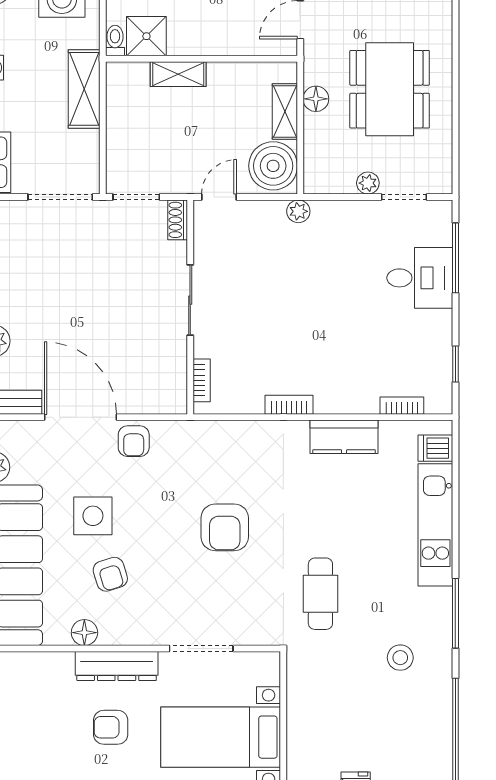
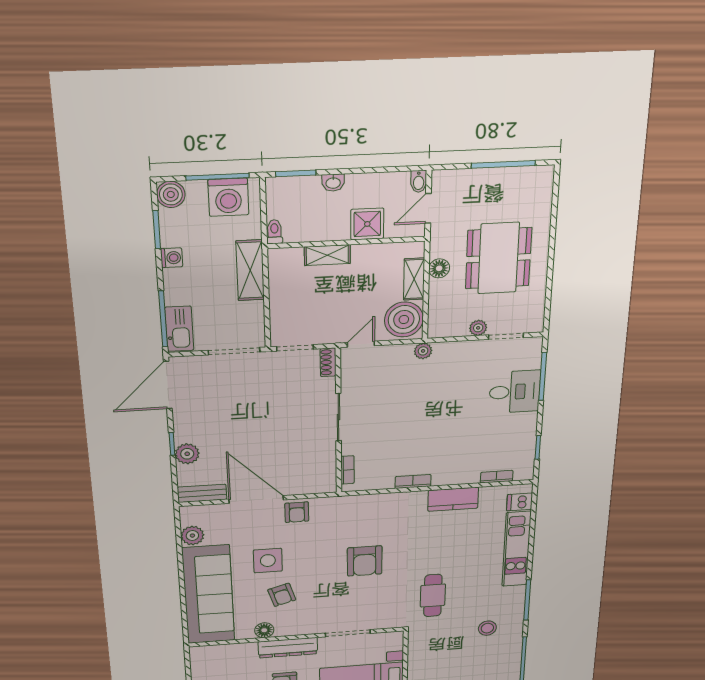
shower: (146, 36) -> (367, 224), moved

